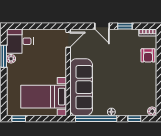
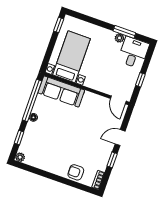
window: (43, 26) -> (140, 80), added
sofa: (81, 87) -> (61, 91), width x0.74, depth x0.79

